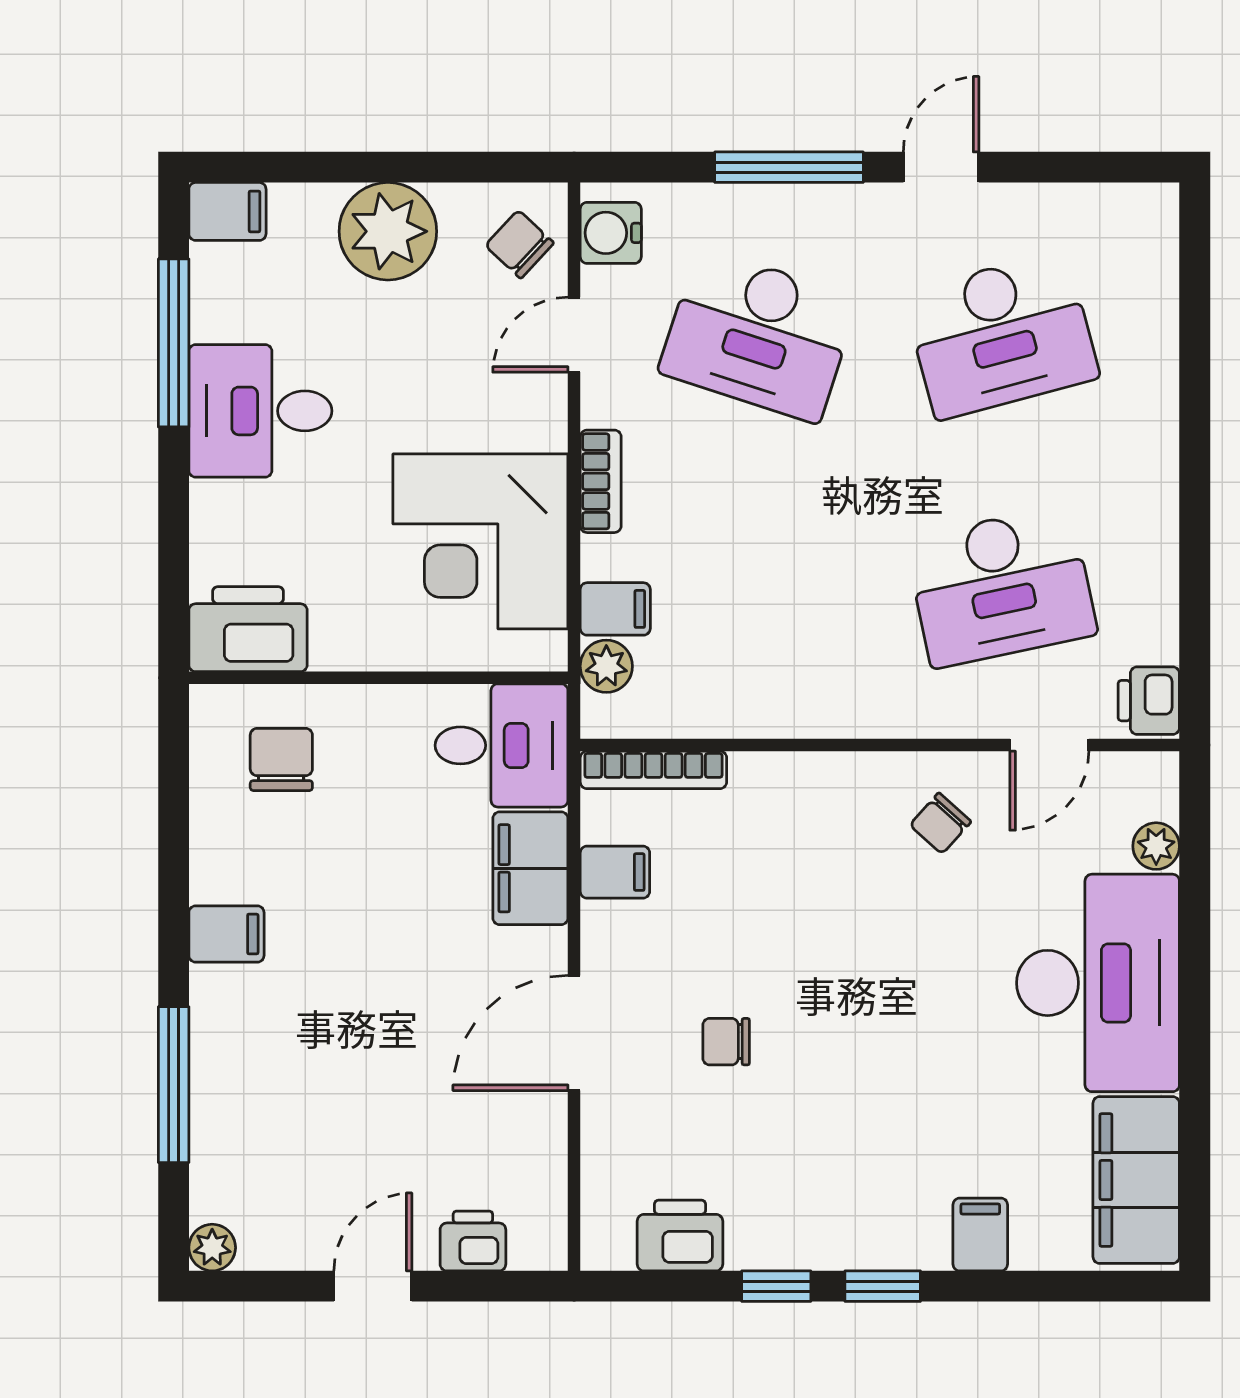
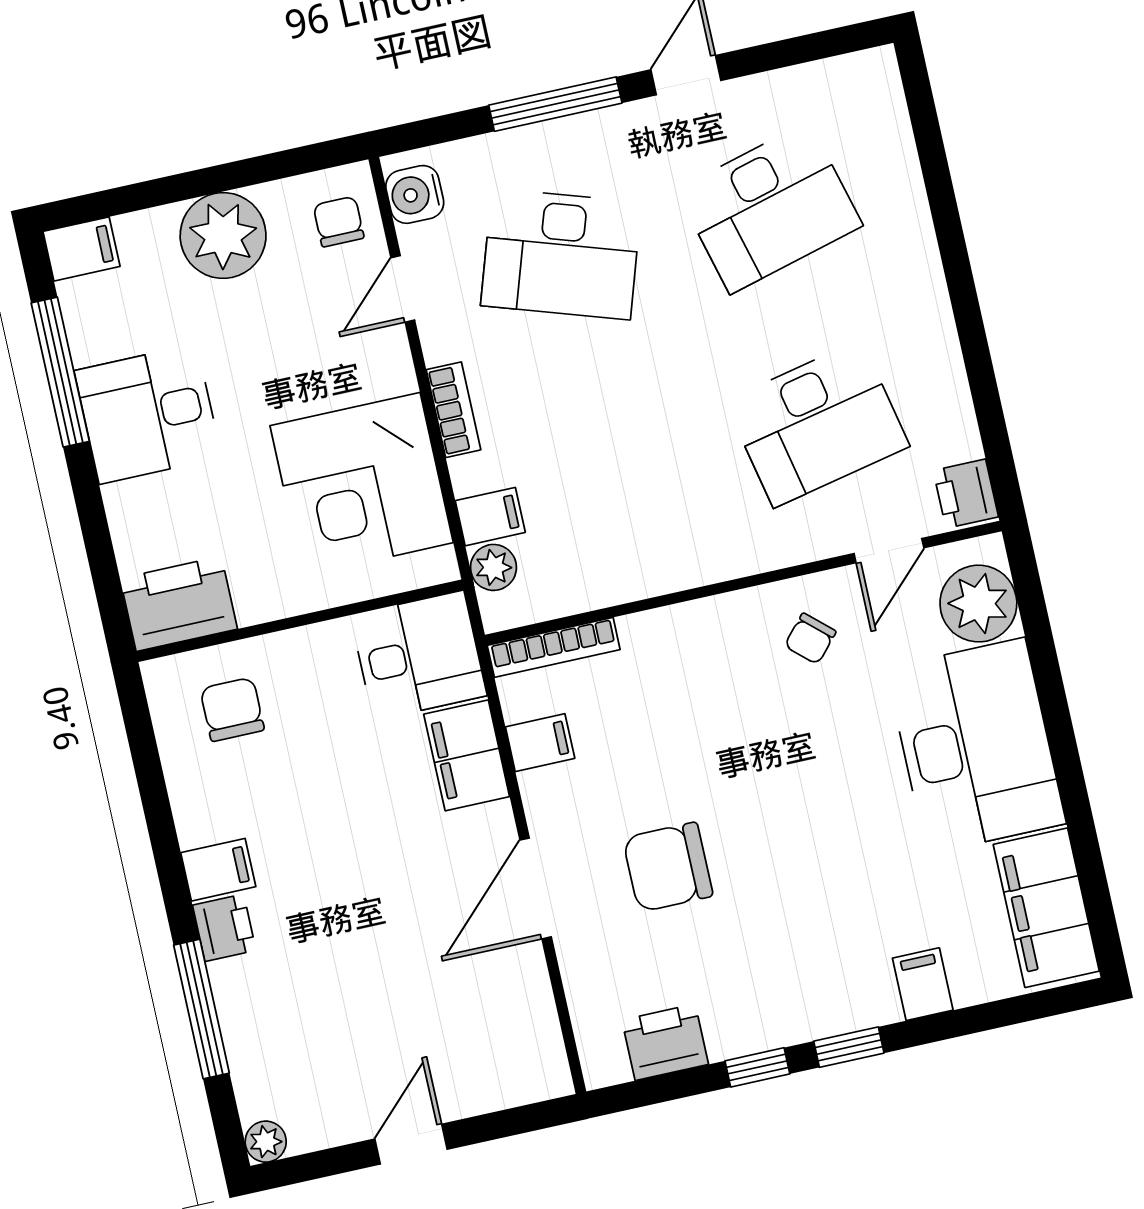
chair: (519, 244) -> (339, 222), turned 47
plant: (1156, 846) -> (978, 604), width x1.87, depth x1.87
chair: (726, 1042) -> (668, 867), width x1.87, depth x1.87
printer: (473, 1241) -> (224, 928), moved, turned 90

